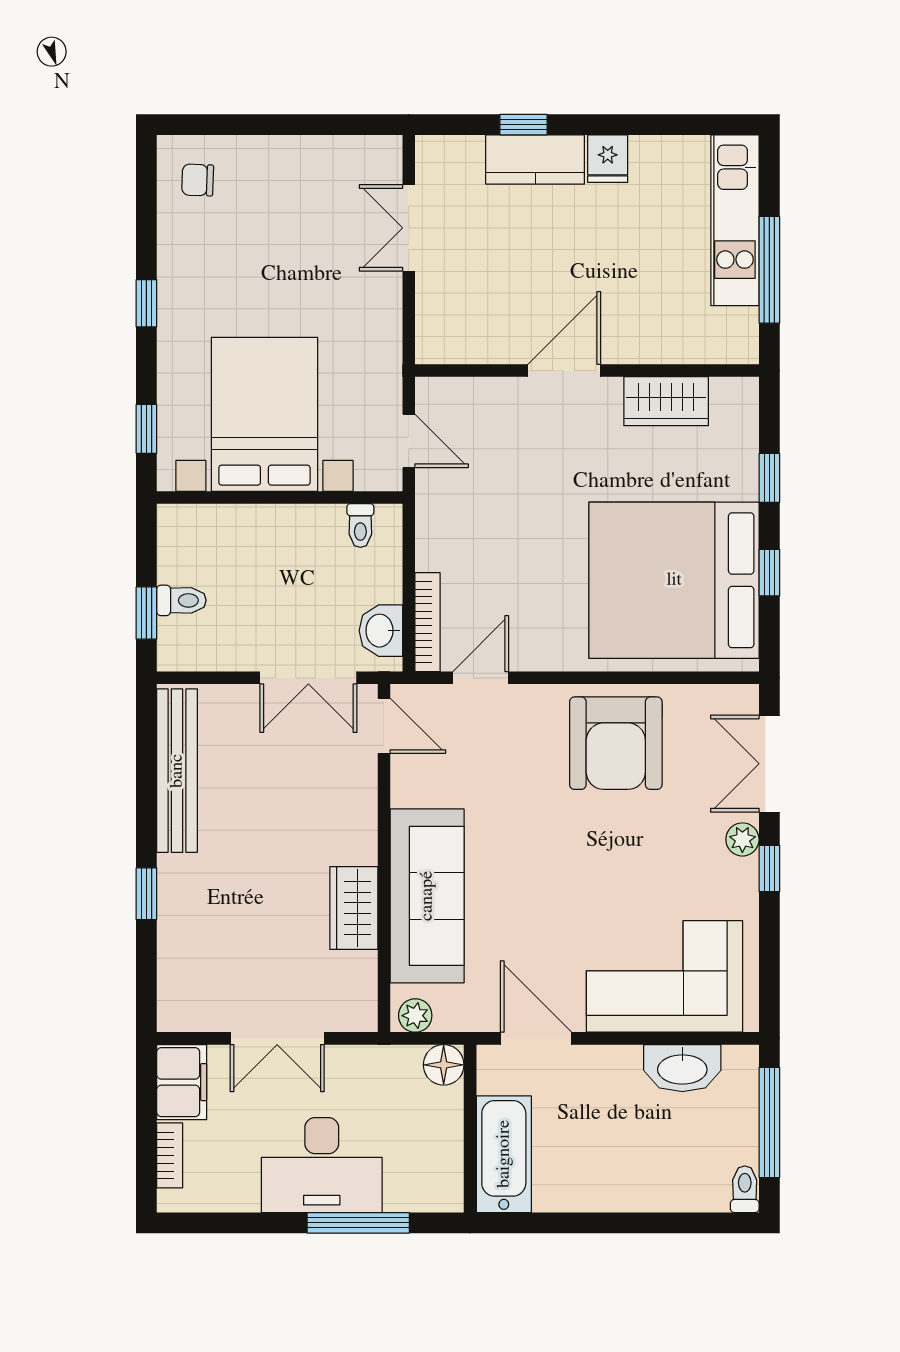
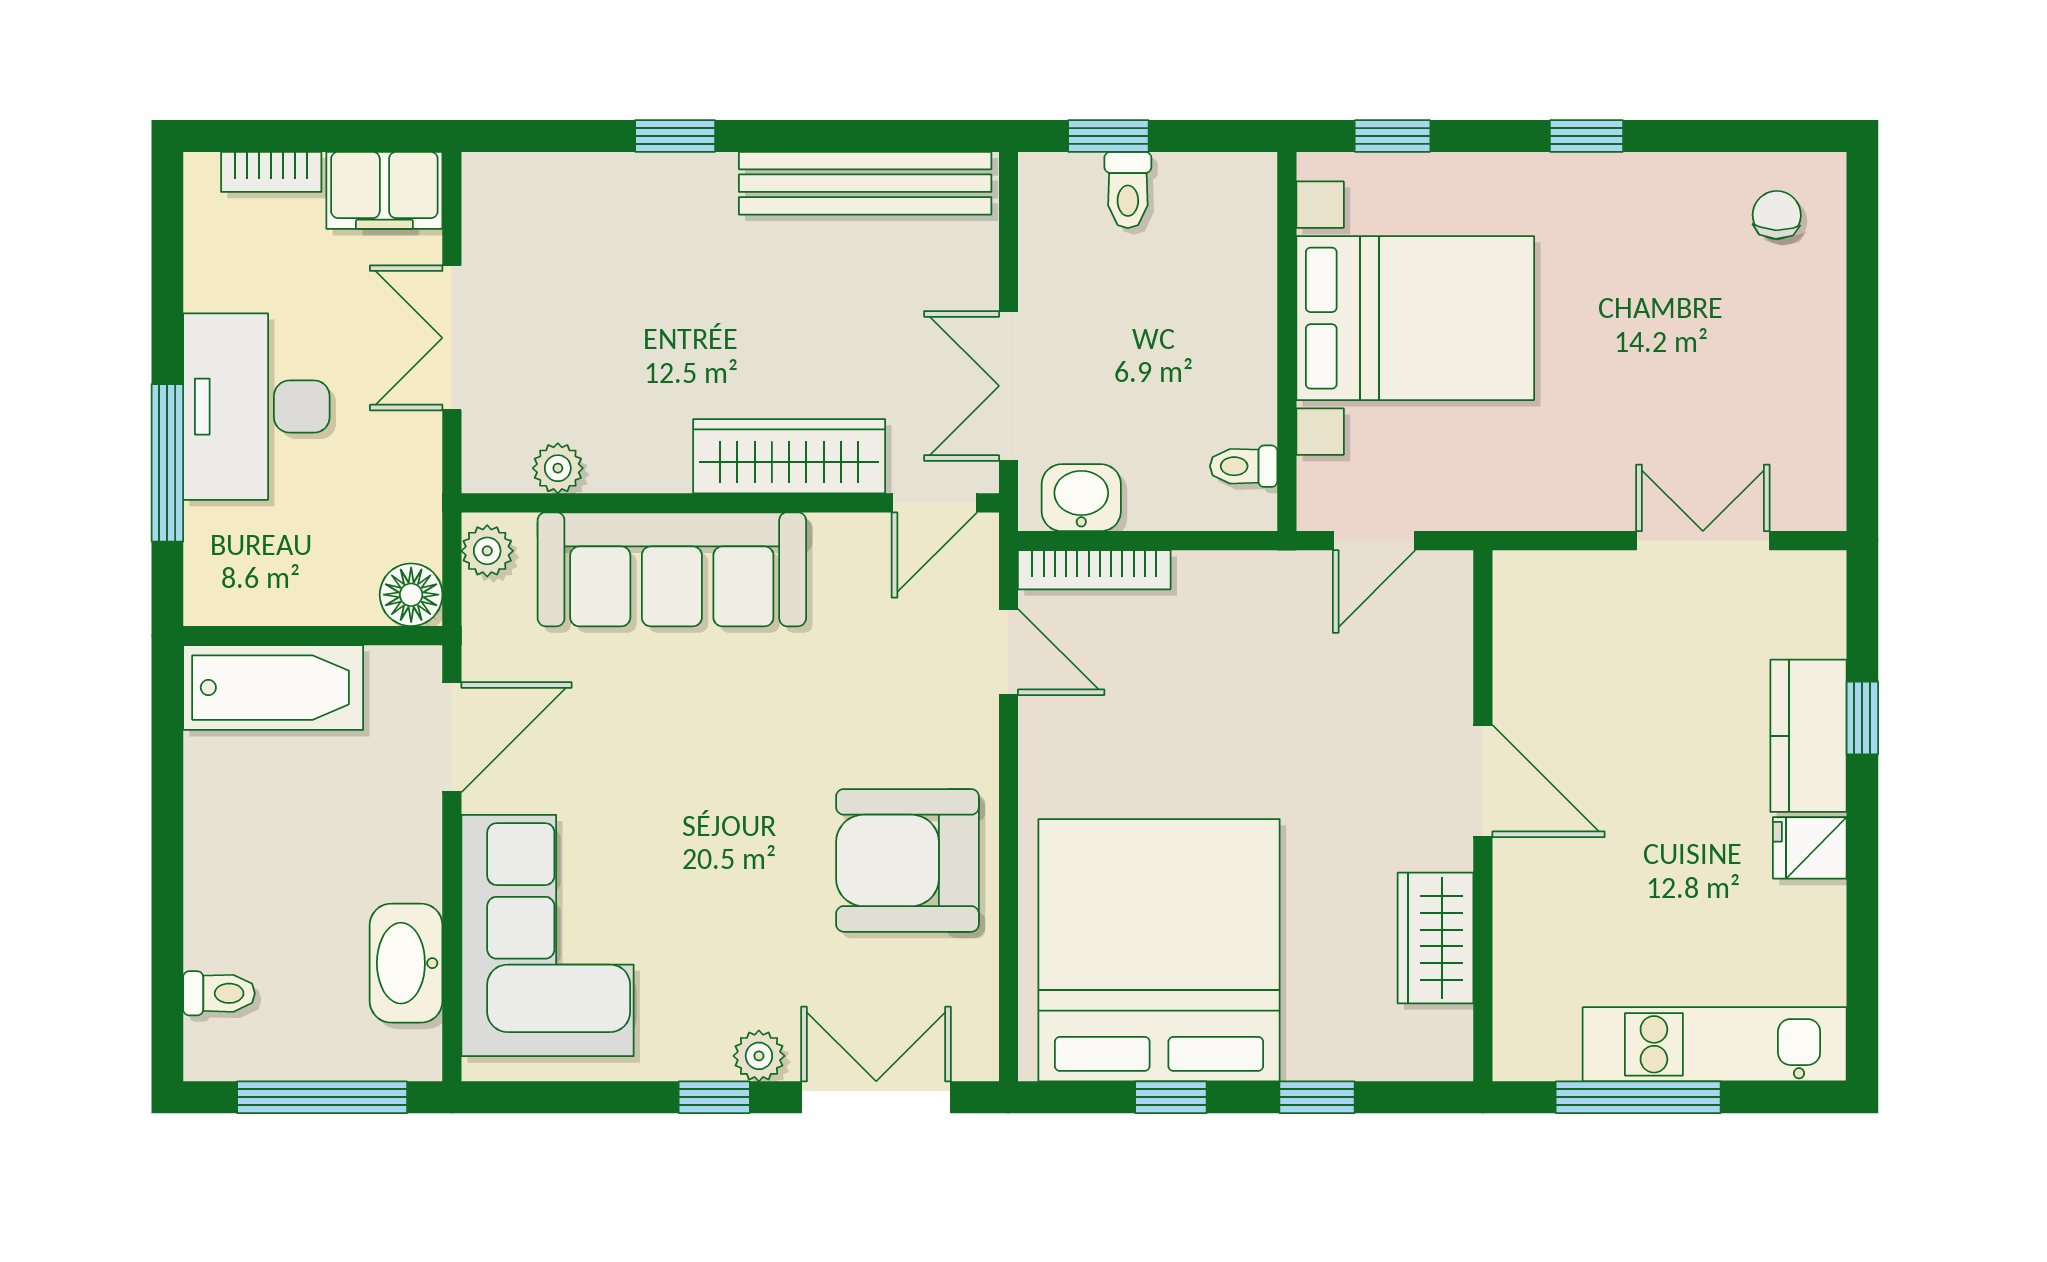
wardrobe: (354, 908) -> (789, 456), moved, width x1.50
plant: (362, 970) -> (558, 468), added
toilet: (745, 1189) -> (219, 993), moved

